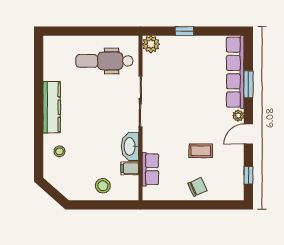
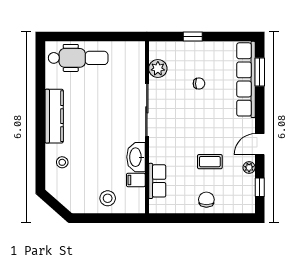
plant: (151, 44) -> (158, 68), moved
dental chair: (104, 61) -> (78, 58), moved, turned 180
chair: (190, 76) -> (199, 84), added
window: (248, 84) -> (260, 72), moved
plant: (238, 116) -> (249, 167), moved
chair: (197, 187) -> (206, 200), turned -66

